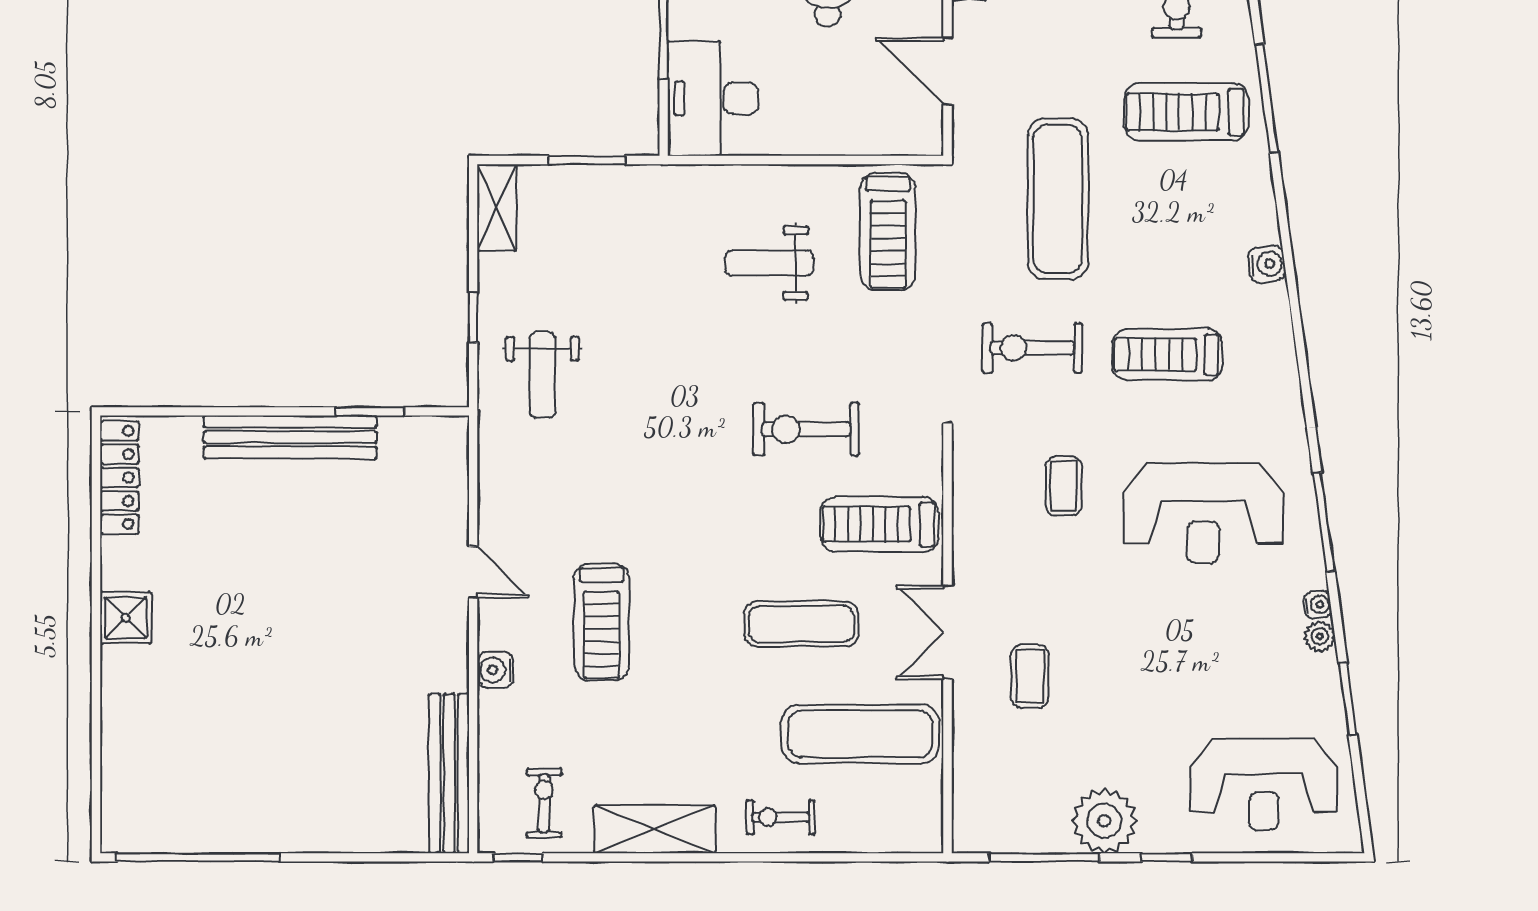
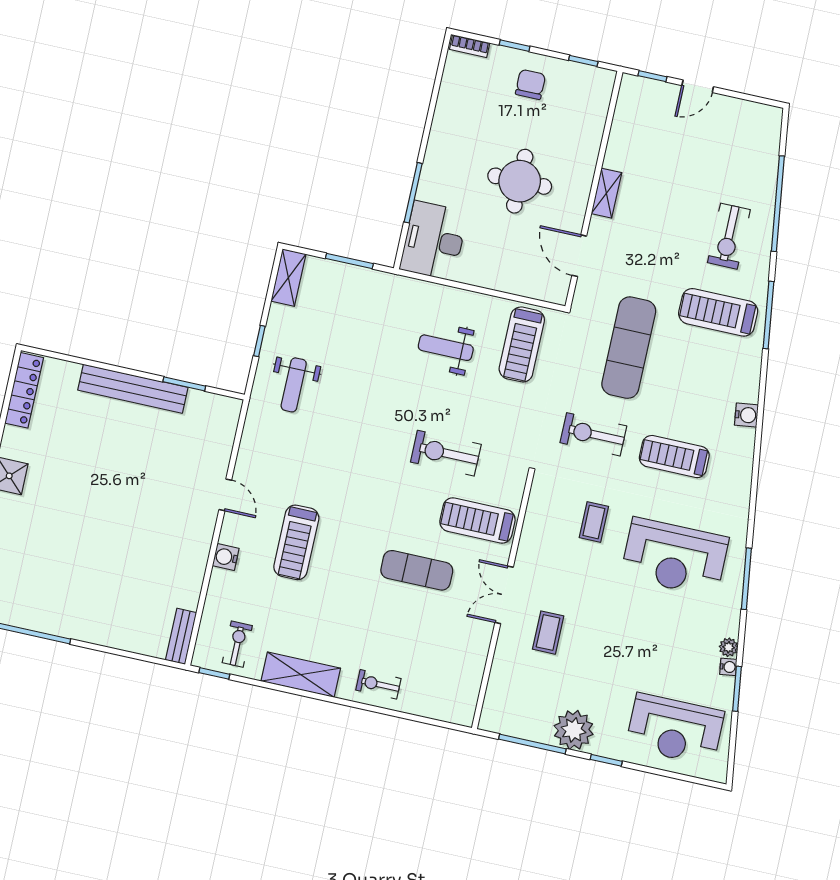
water cooler: (1318, 605) -> (728, 667), moved
exercise mat: (860, 734) -> (438, 645), removed
bench: (449, 773) -> (181, 636), width x0.54, depth x0.82

